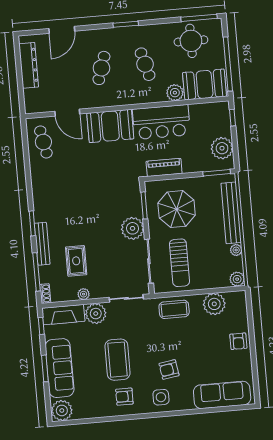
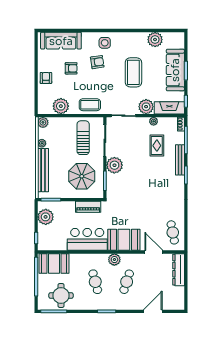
dresser: (29, 65) -> (179, 270), moved
plant: (175, 93) -> (114, 260), moved
armchair: (124, 397) -> (71, 68), moved
plant: (62, 410) -> (155, 40), moved

